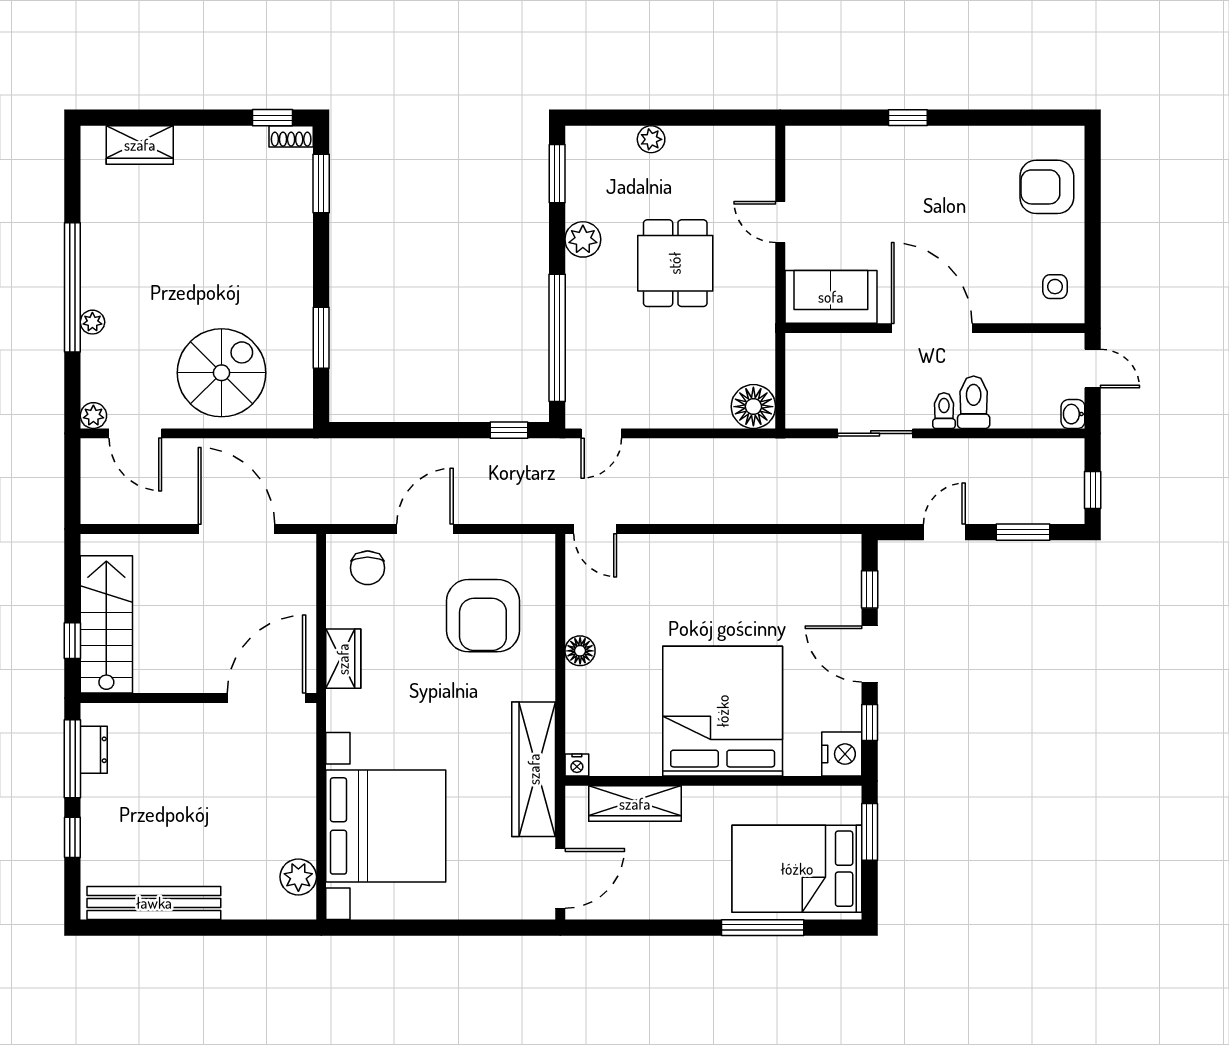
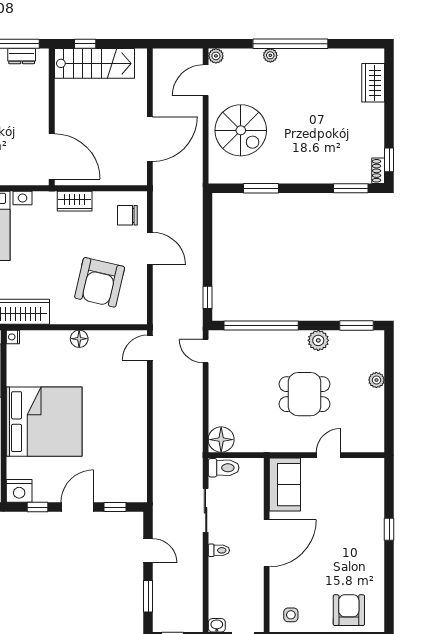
toilet: (974, 402) -> (224, 468), moved
armchair: (483, 616) -> (100, 282), turned -77

